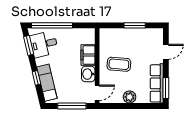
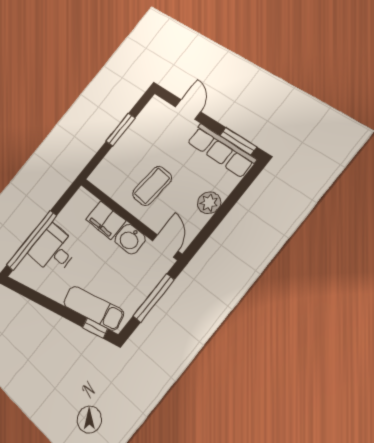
desk: (44, 44) -> (54, 250), moved, turned 104
window: (29, 45) -> (28, 293), removed
window: (36, 78) -> (95, 328), moved

